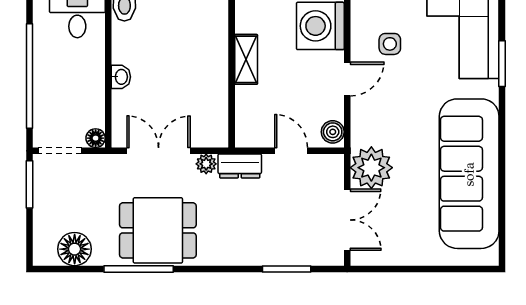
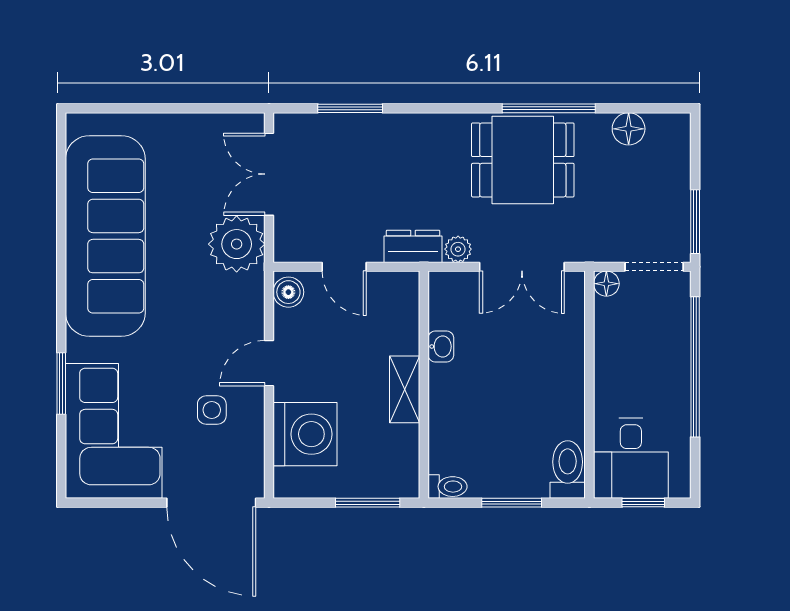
washbasin: (121, 77) -> (441, 346), moved, turned 180
floor lamp: (75, 249) -> (629, 129), width x0.73, depth x0.73

